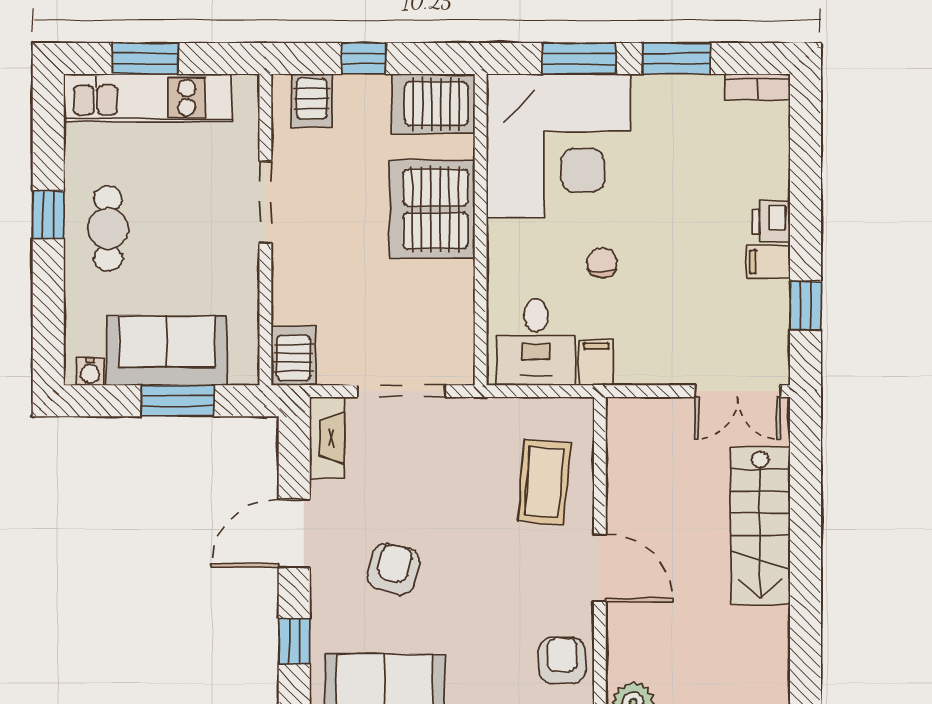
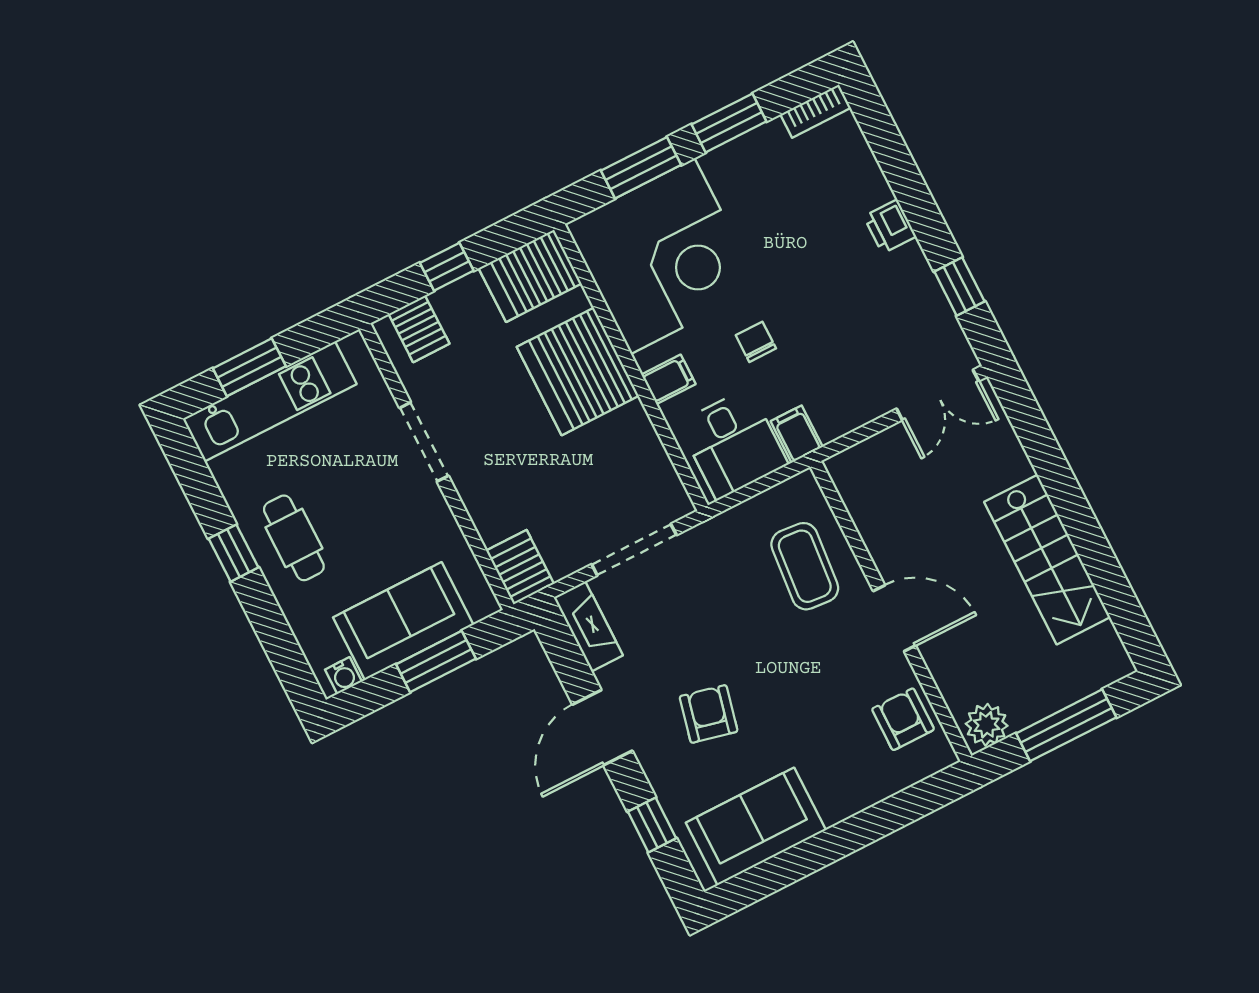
filing cabinet: (768, 262) -> (669, 379), moved, turned 180
stairs: (760, 526) -> (1047, 560), moved

